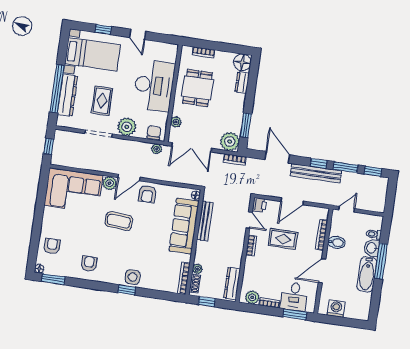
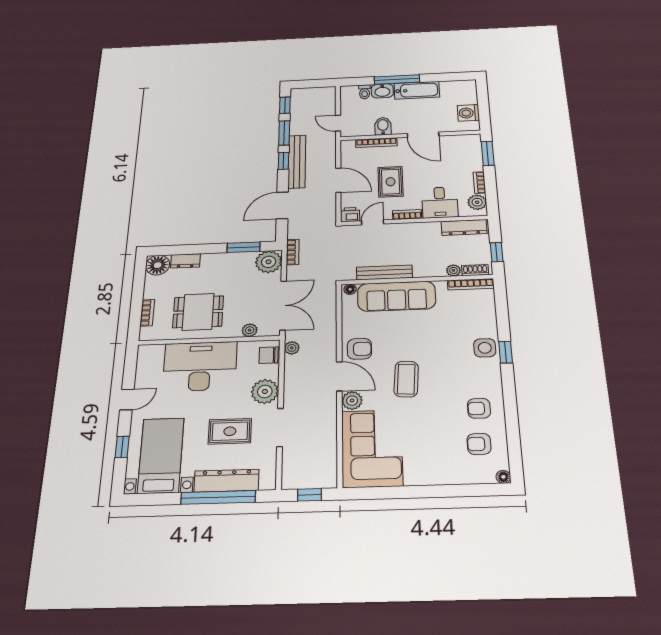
armchair: (52, 246) -> (479, 444), moved
window: (53, 279) -> (515, 454), removed
desk: (294, 297) -> (440, 202), moved, turned 90

